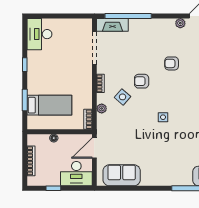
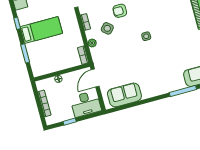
bed: (49, 105) -> (41, 30), moved

